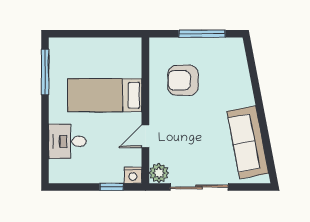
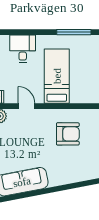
armchair: (183, 80) -> (68, 134), turned 90

